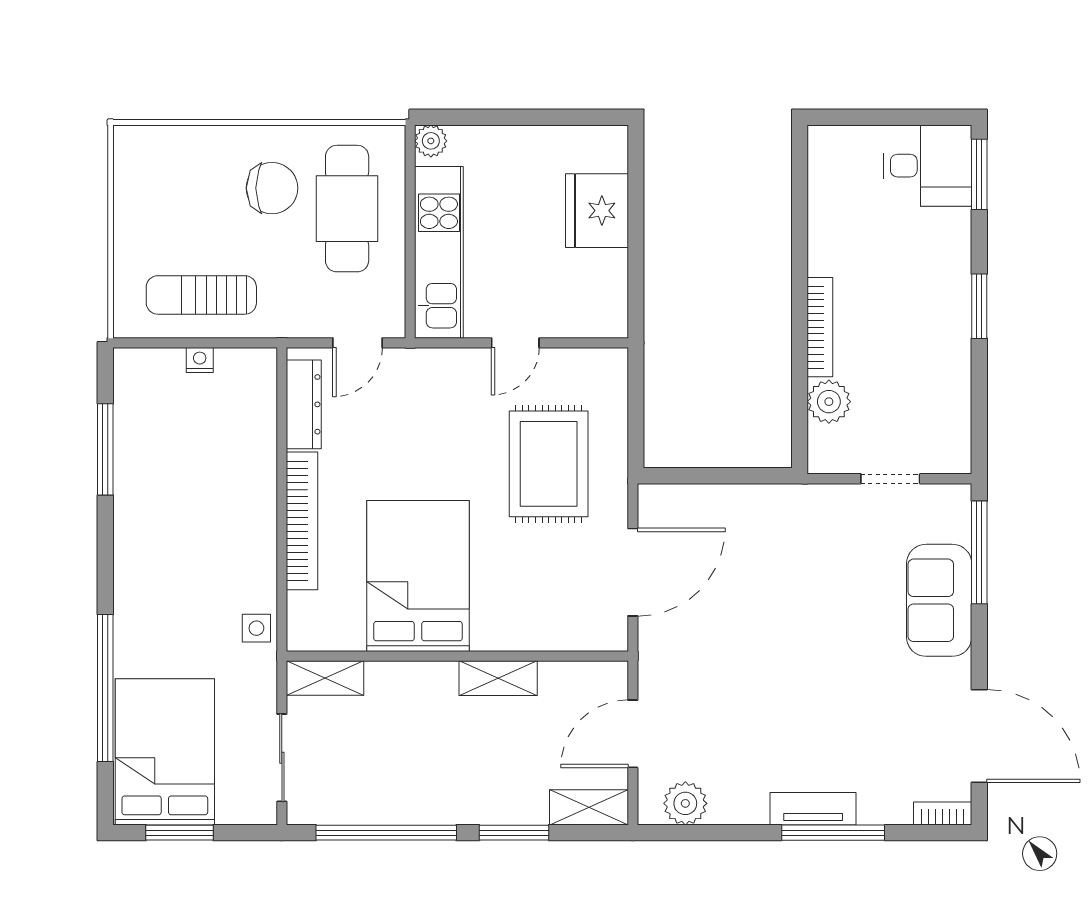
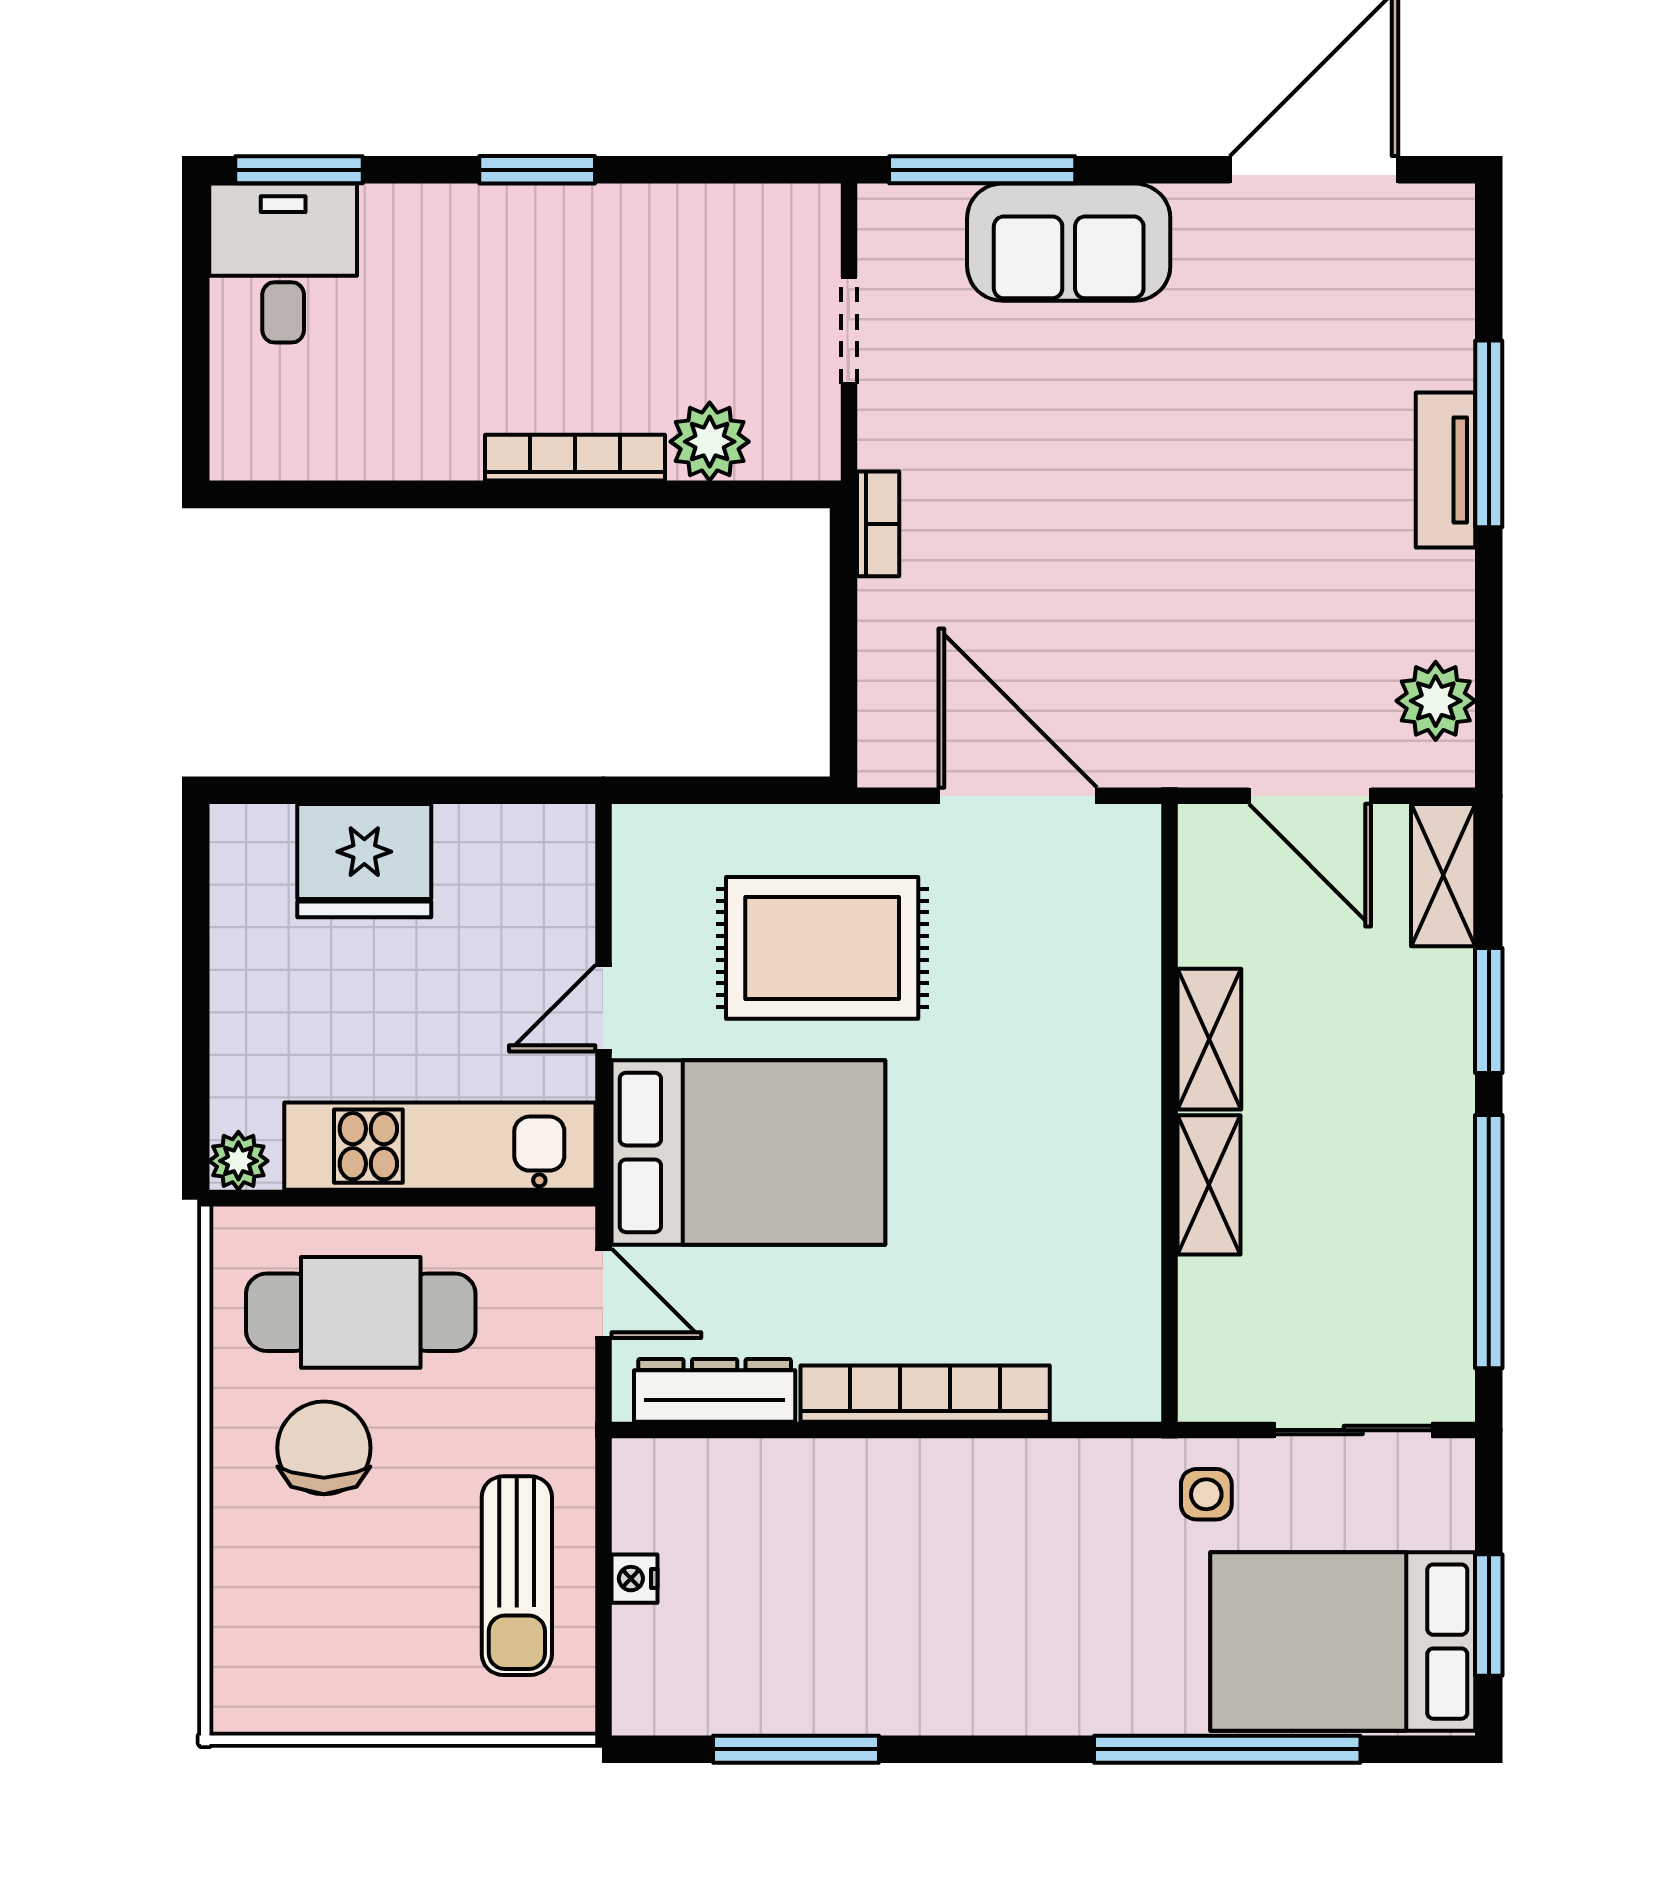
door: (515, 343) -> (603, 1008), swing flipped
bed: (418, 576) -> (748, 1152), moved, turned 180
side table: (256, 628) -> (1206, 1494), moved
shelving: (325, 678) -> (1209, 1185), moved
bookcase: (943, 814) -> (878, 524), moved, turned 180

